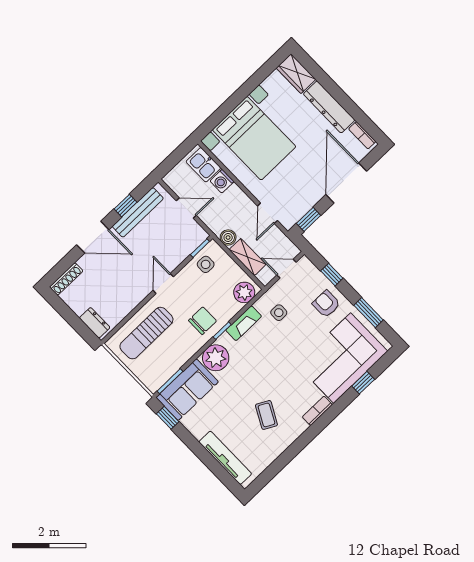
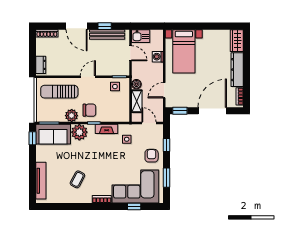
bed with nightstands: (254, 138) -> (184, 51), width x0.73
kitchen sink: (203, 165) -> (141, 36), moved, turned -90
plant: (244, 292) -> (72, 116), moved

